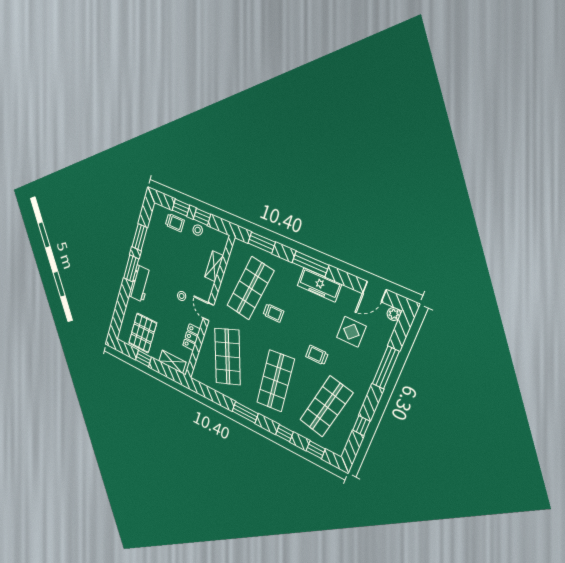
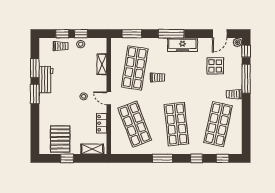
workbench: (140, 284) -> (46, 80), moved
trolley: (317, 355) -> (234, 94), moved
window: (361, 426) -> (246, 51), moved

